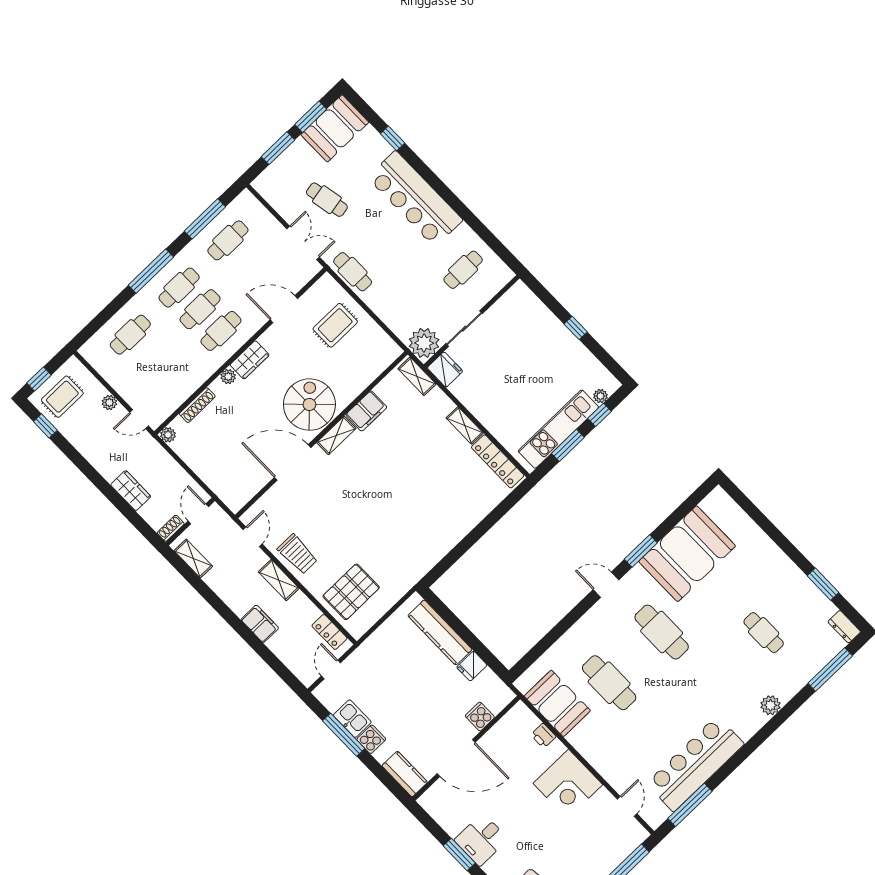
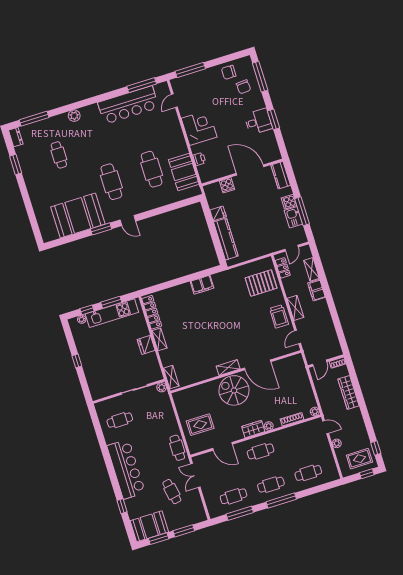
cafe table: (200, 309) -> (266, 468), removed
plant: (424, 343) -> (162, 387), width x0.53, depth x0.53
fridge: (445, 369) -> (146, 345), moved
spiral stairs: (309, 405) -> (234, 390), turned 90
filing cabinet: (366, 411) -> (202, 285), moved, turned 180
wardrobe: (131, 491) -> (349, 392), width x1.50
trolley: (298, 554) -> (279, 316), turned 180
shelving: (193, 559) -> (312, 269), moved

